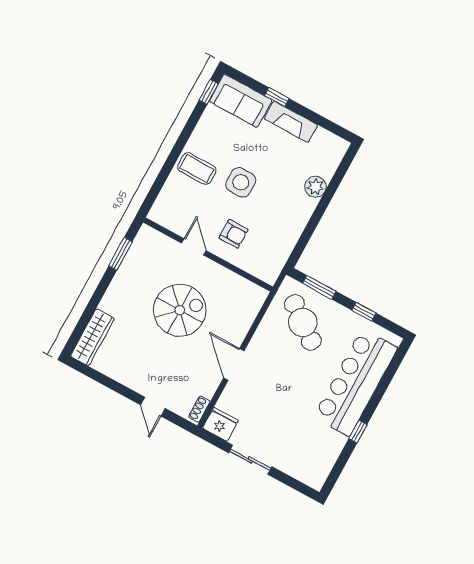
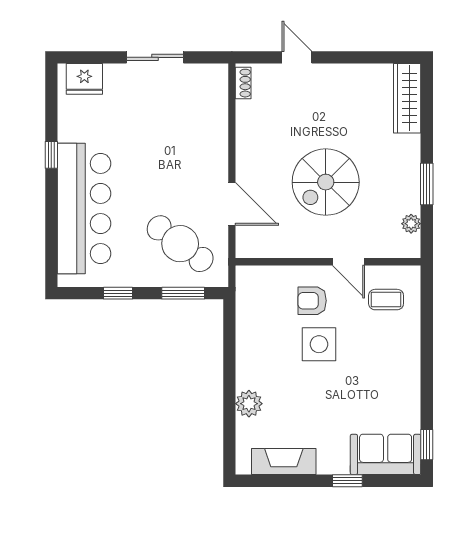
fireplace: (291, 122) -> (284, 462), moved
coffee table: (197, 169) -> (386, 300), moved, width x0.73, depth x0.77
side table: (241, 182) -> (319, 344), moved
plant: (137, 250) -> (411, 224), added
window: (121, 254) -> (427, 184), moved
door: (234, 364) -> (232, 204), moved
fridge: (220, 424) -> (84, 79), moved

